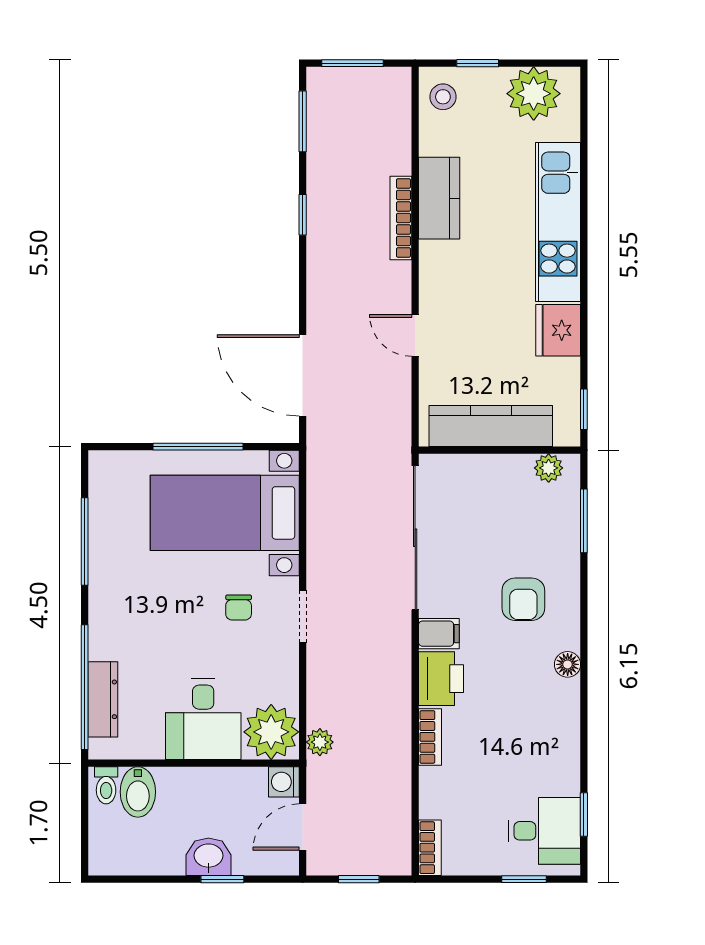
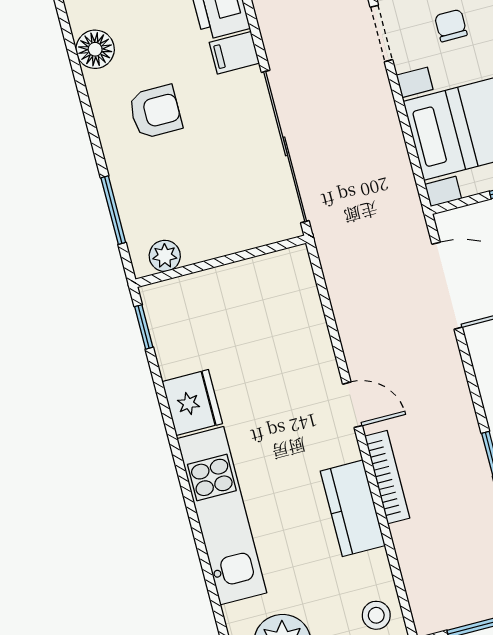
door: (415, 335) -> (353, 405), moved
kitchen counter: (491, 426) -> (237, 284), removed
armchair: (523, 599) -> (155, 112), turned 90
floor lamp: (568, 664) -> (95, 49), width x1.37, depth x1.37

